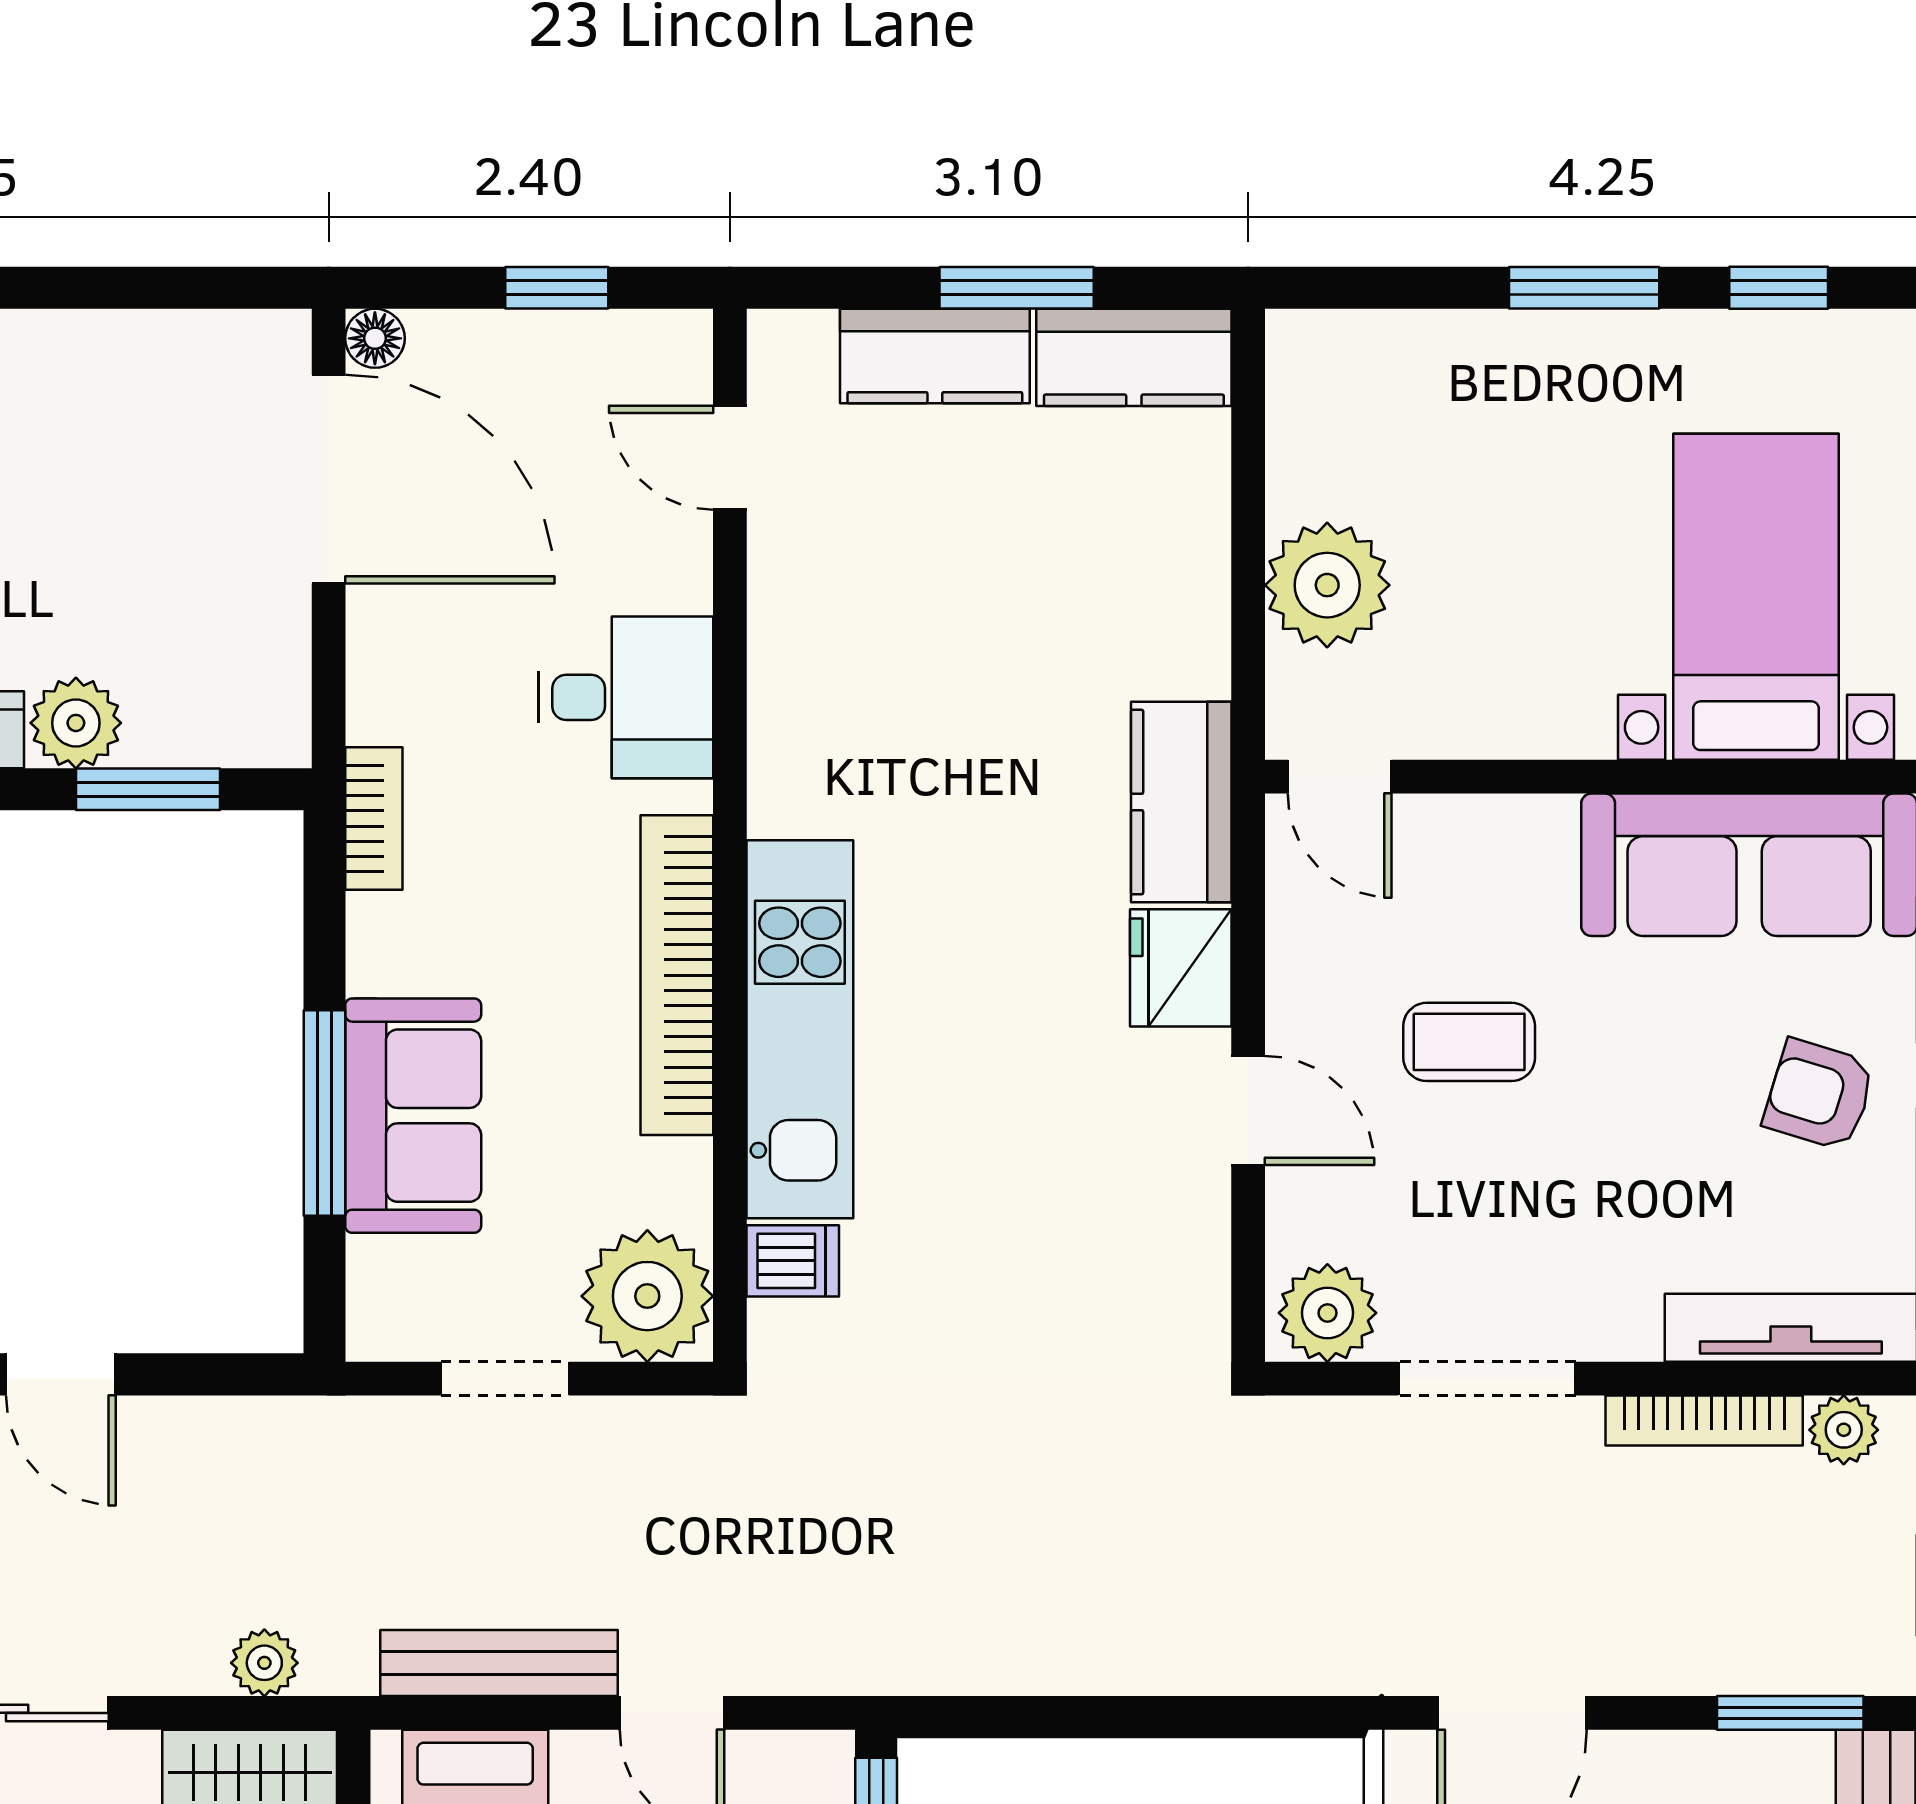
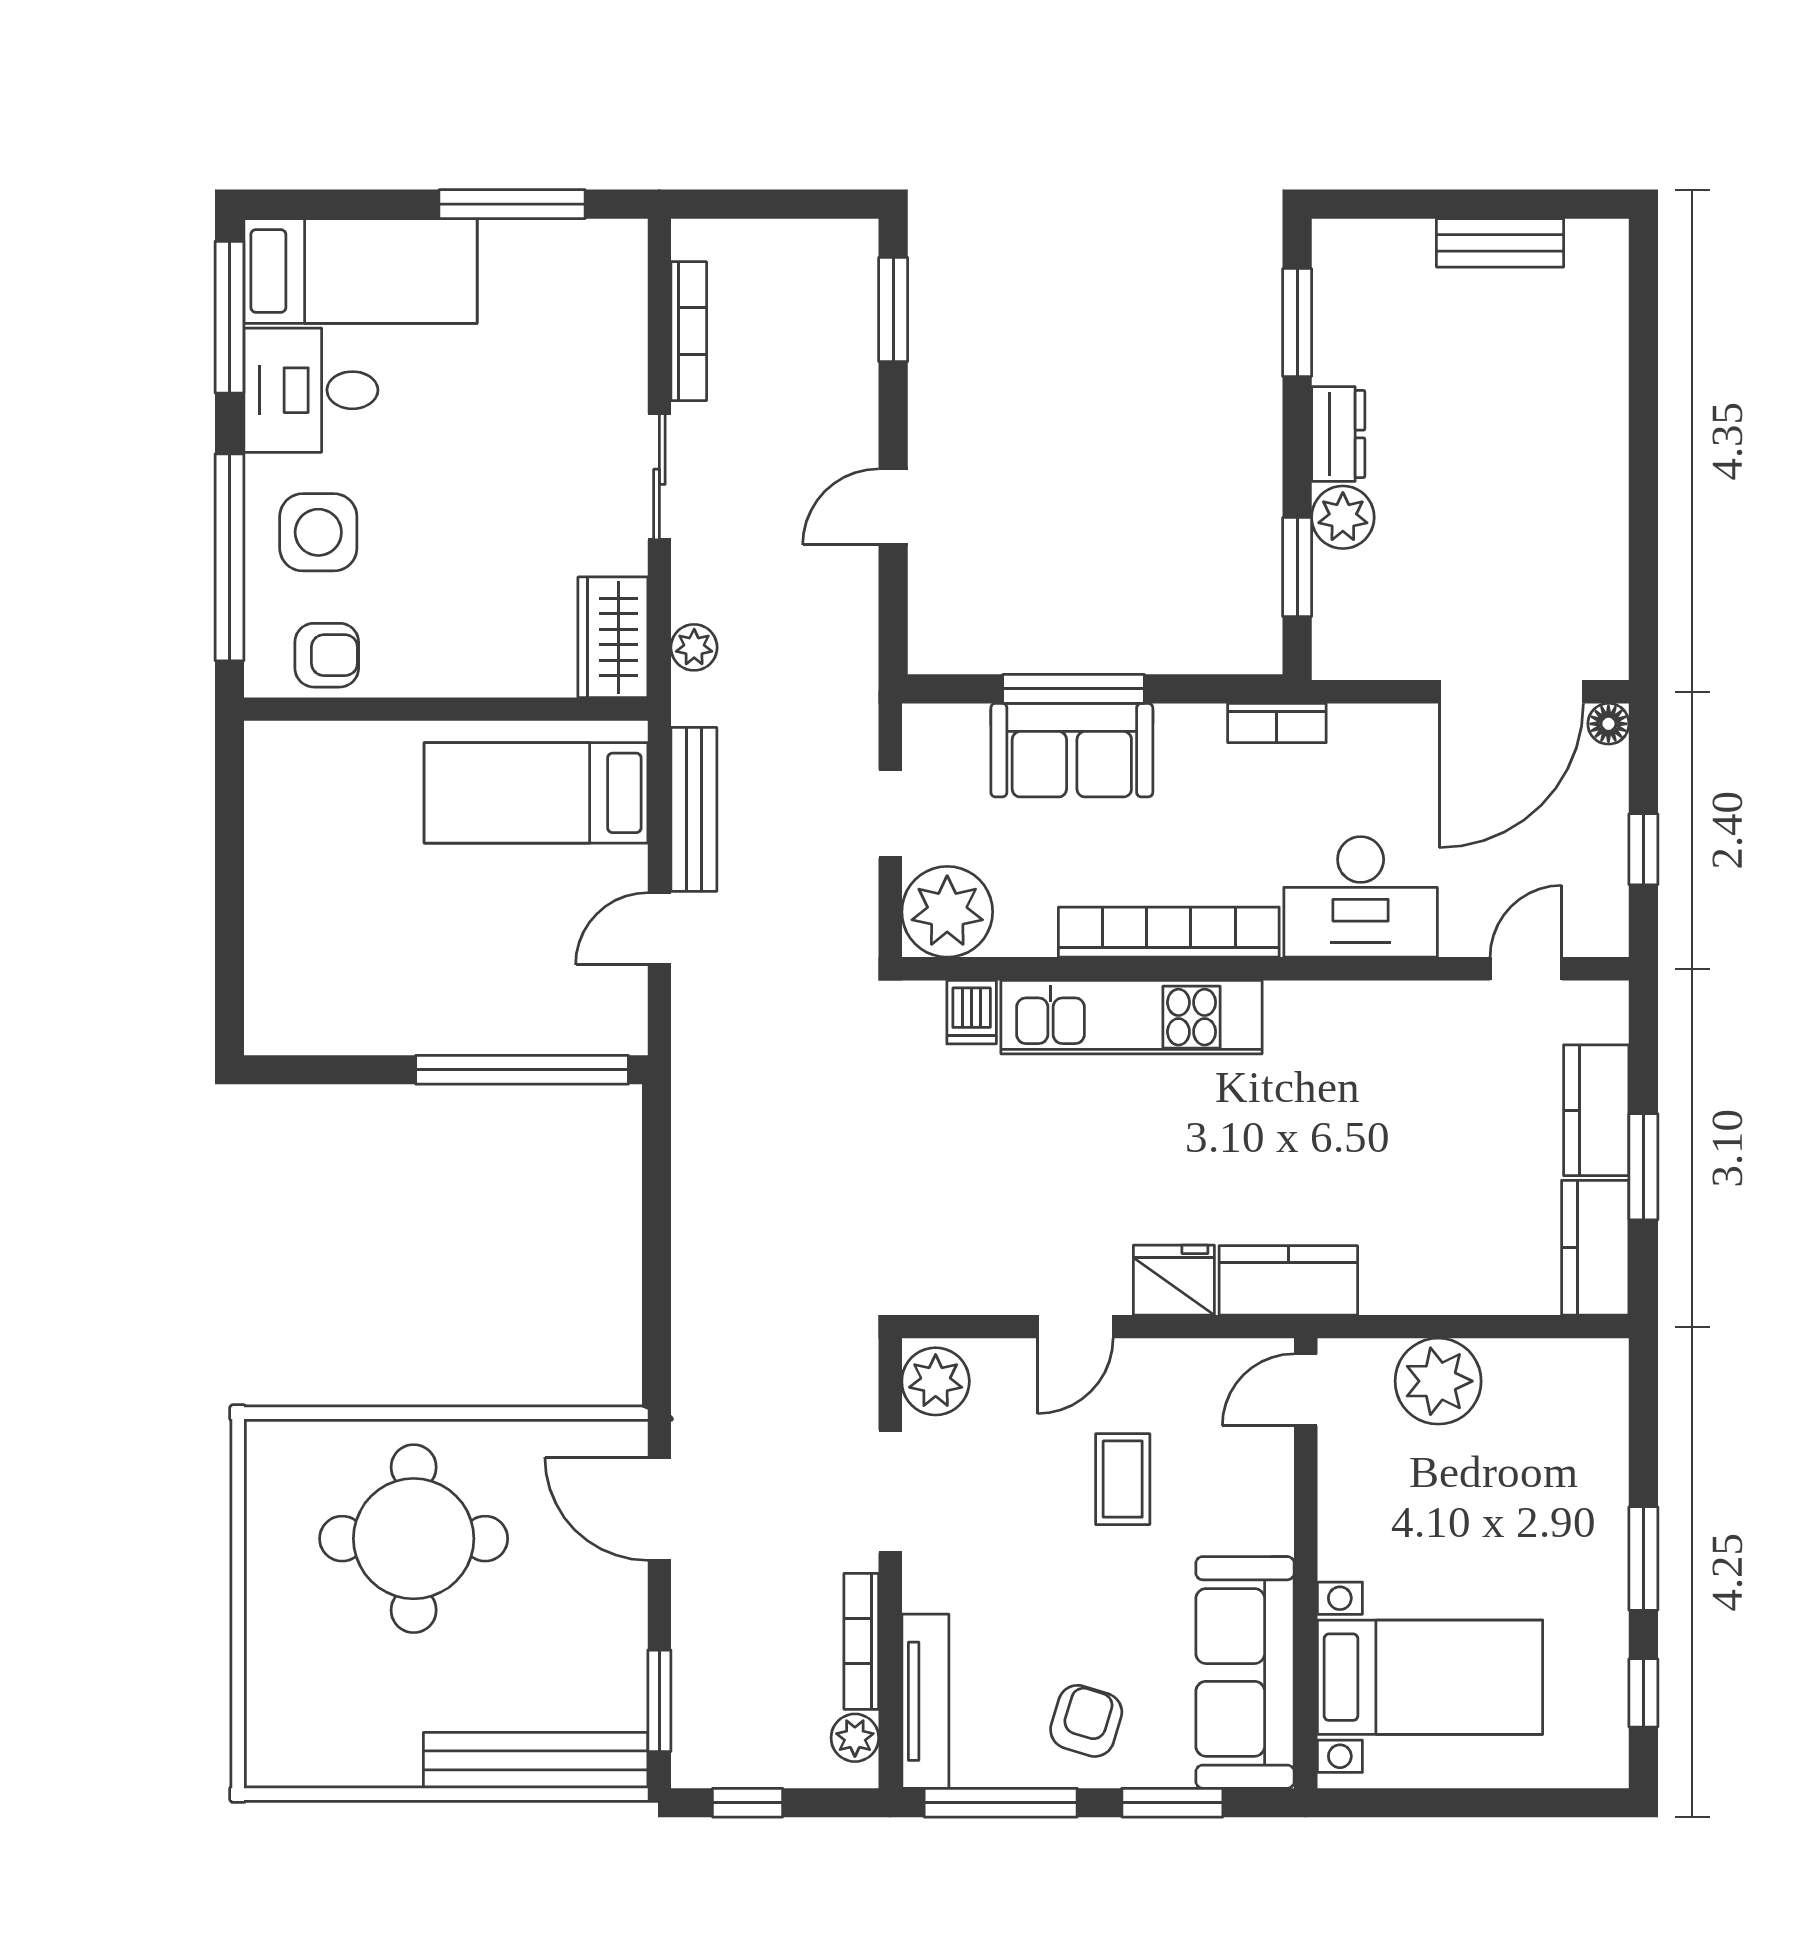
desk: (626, 697) -> (1361, 897), width x1.37

